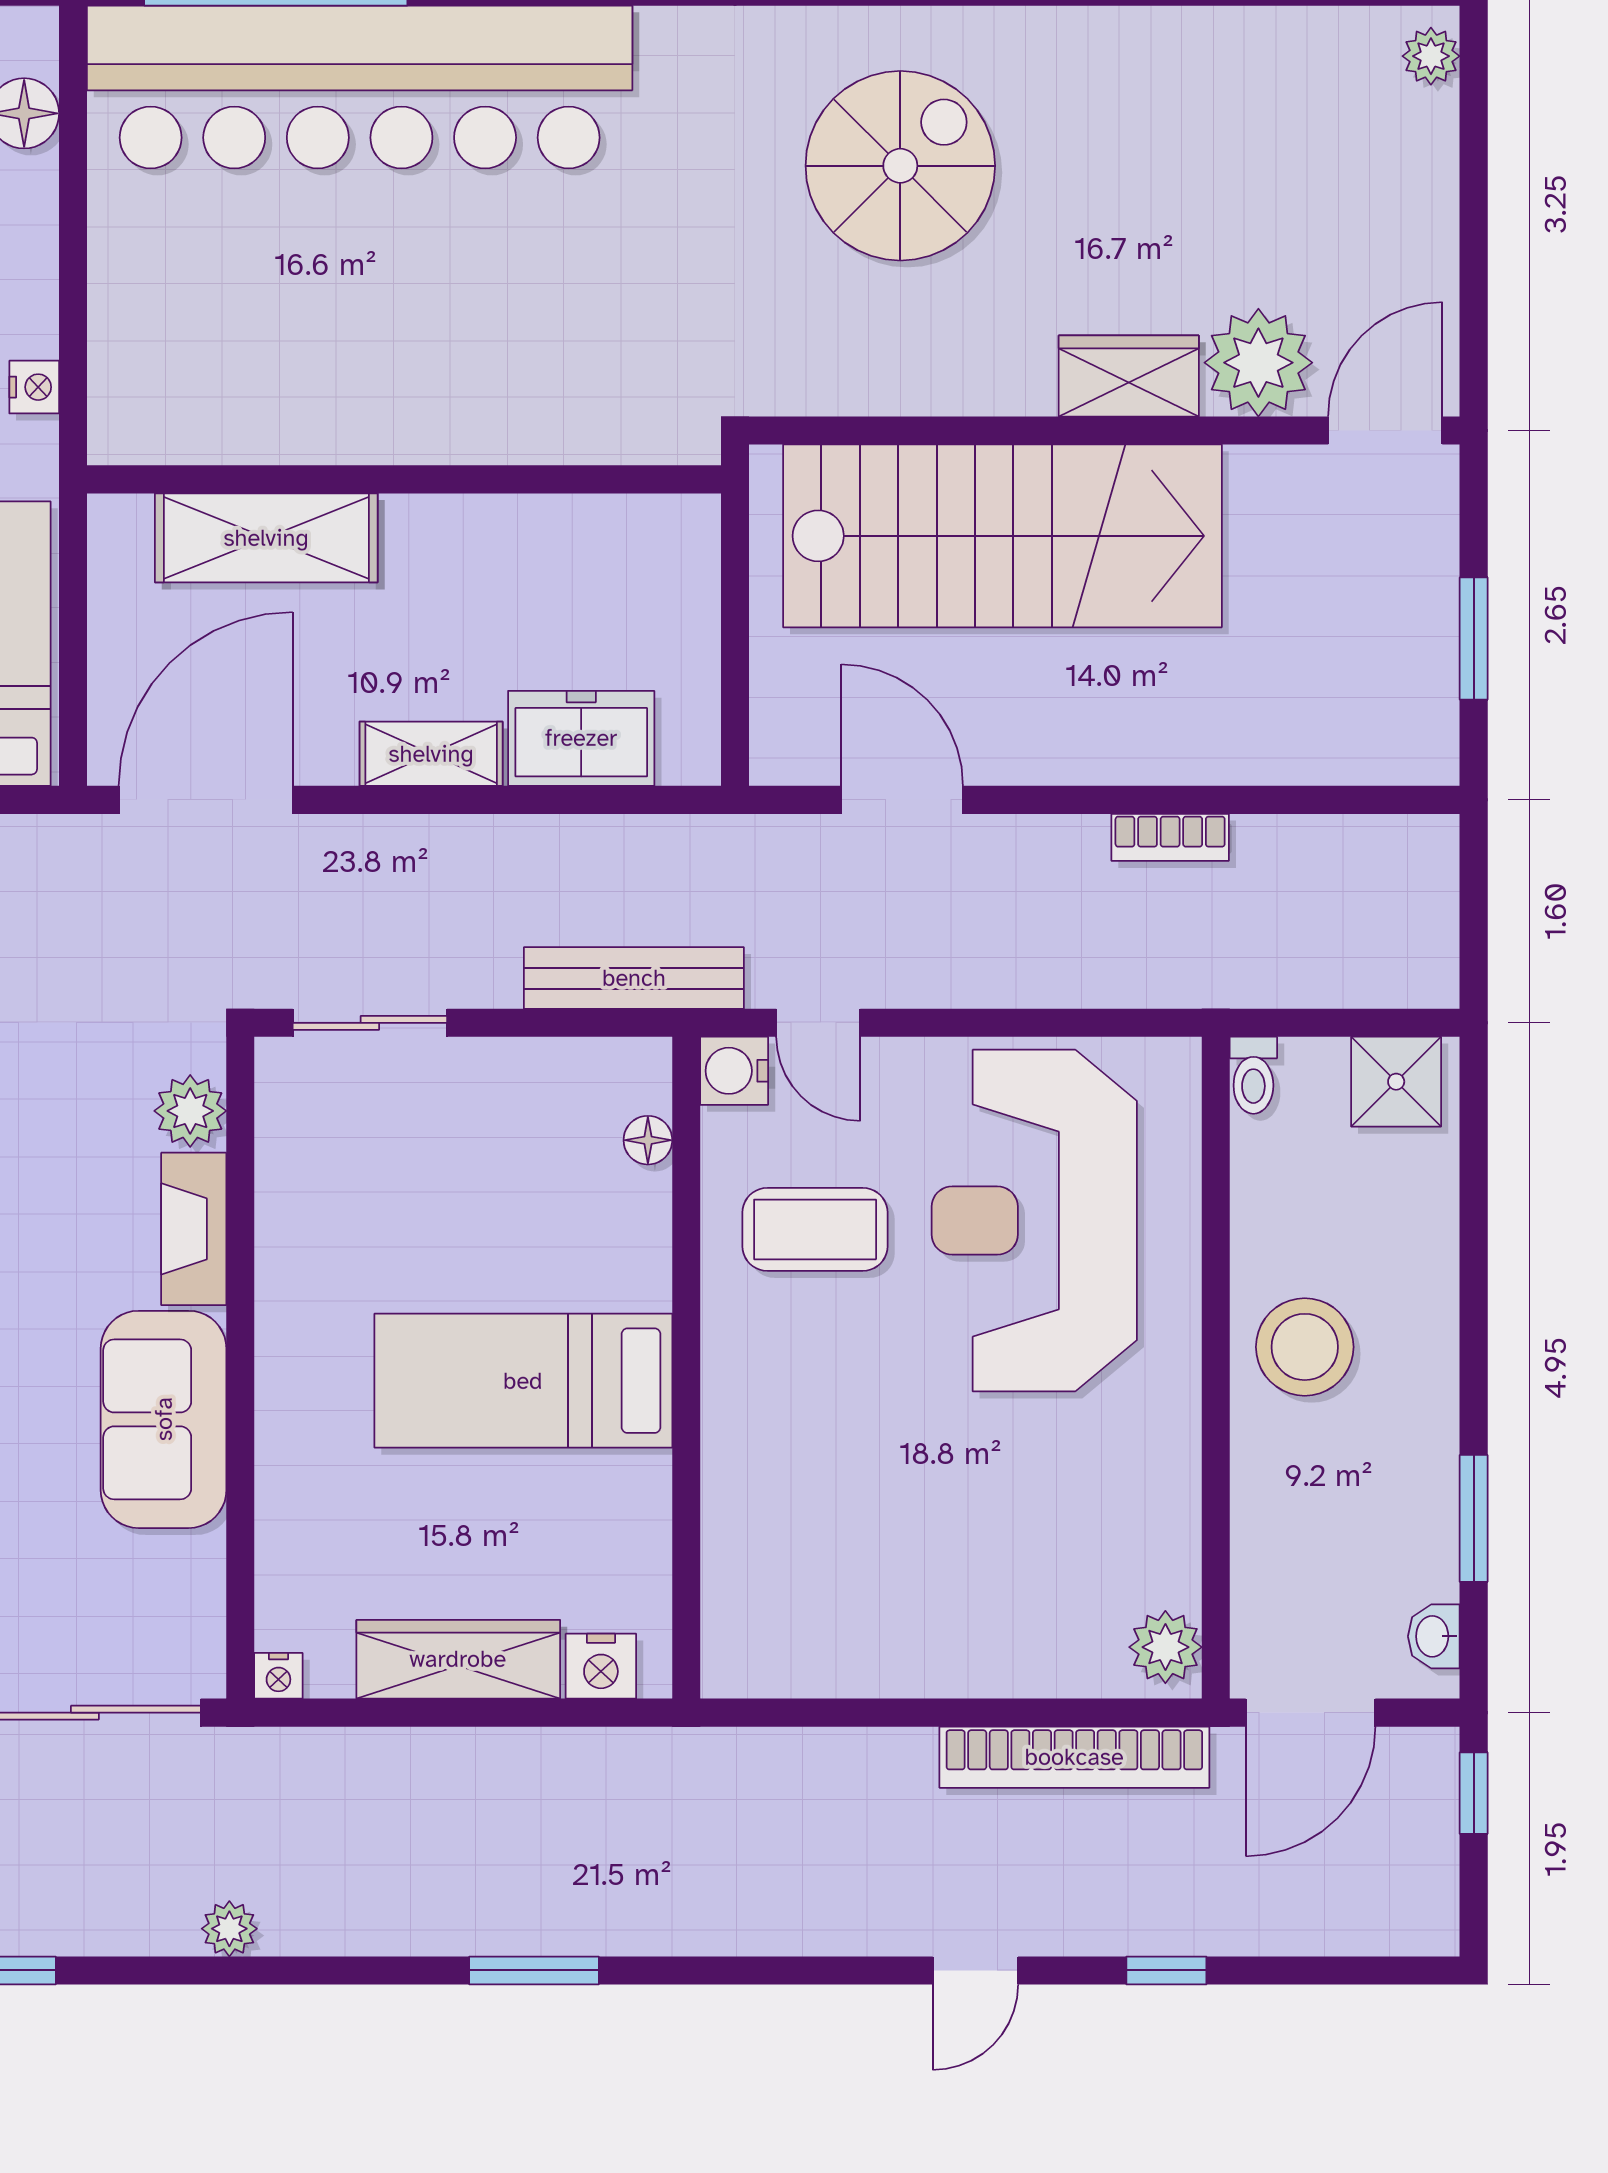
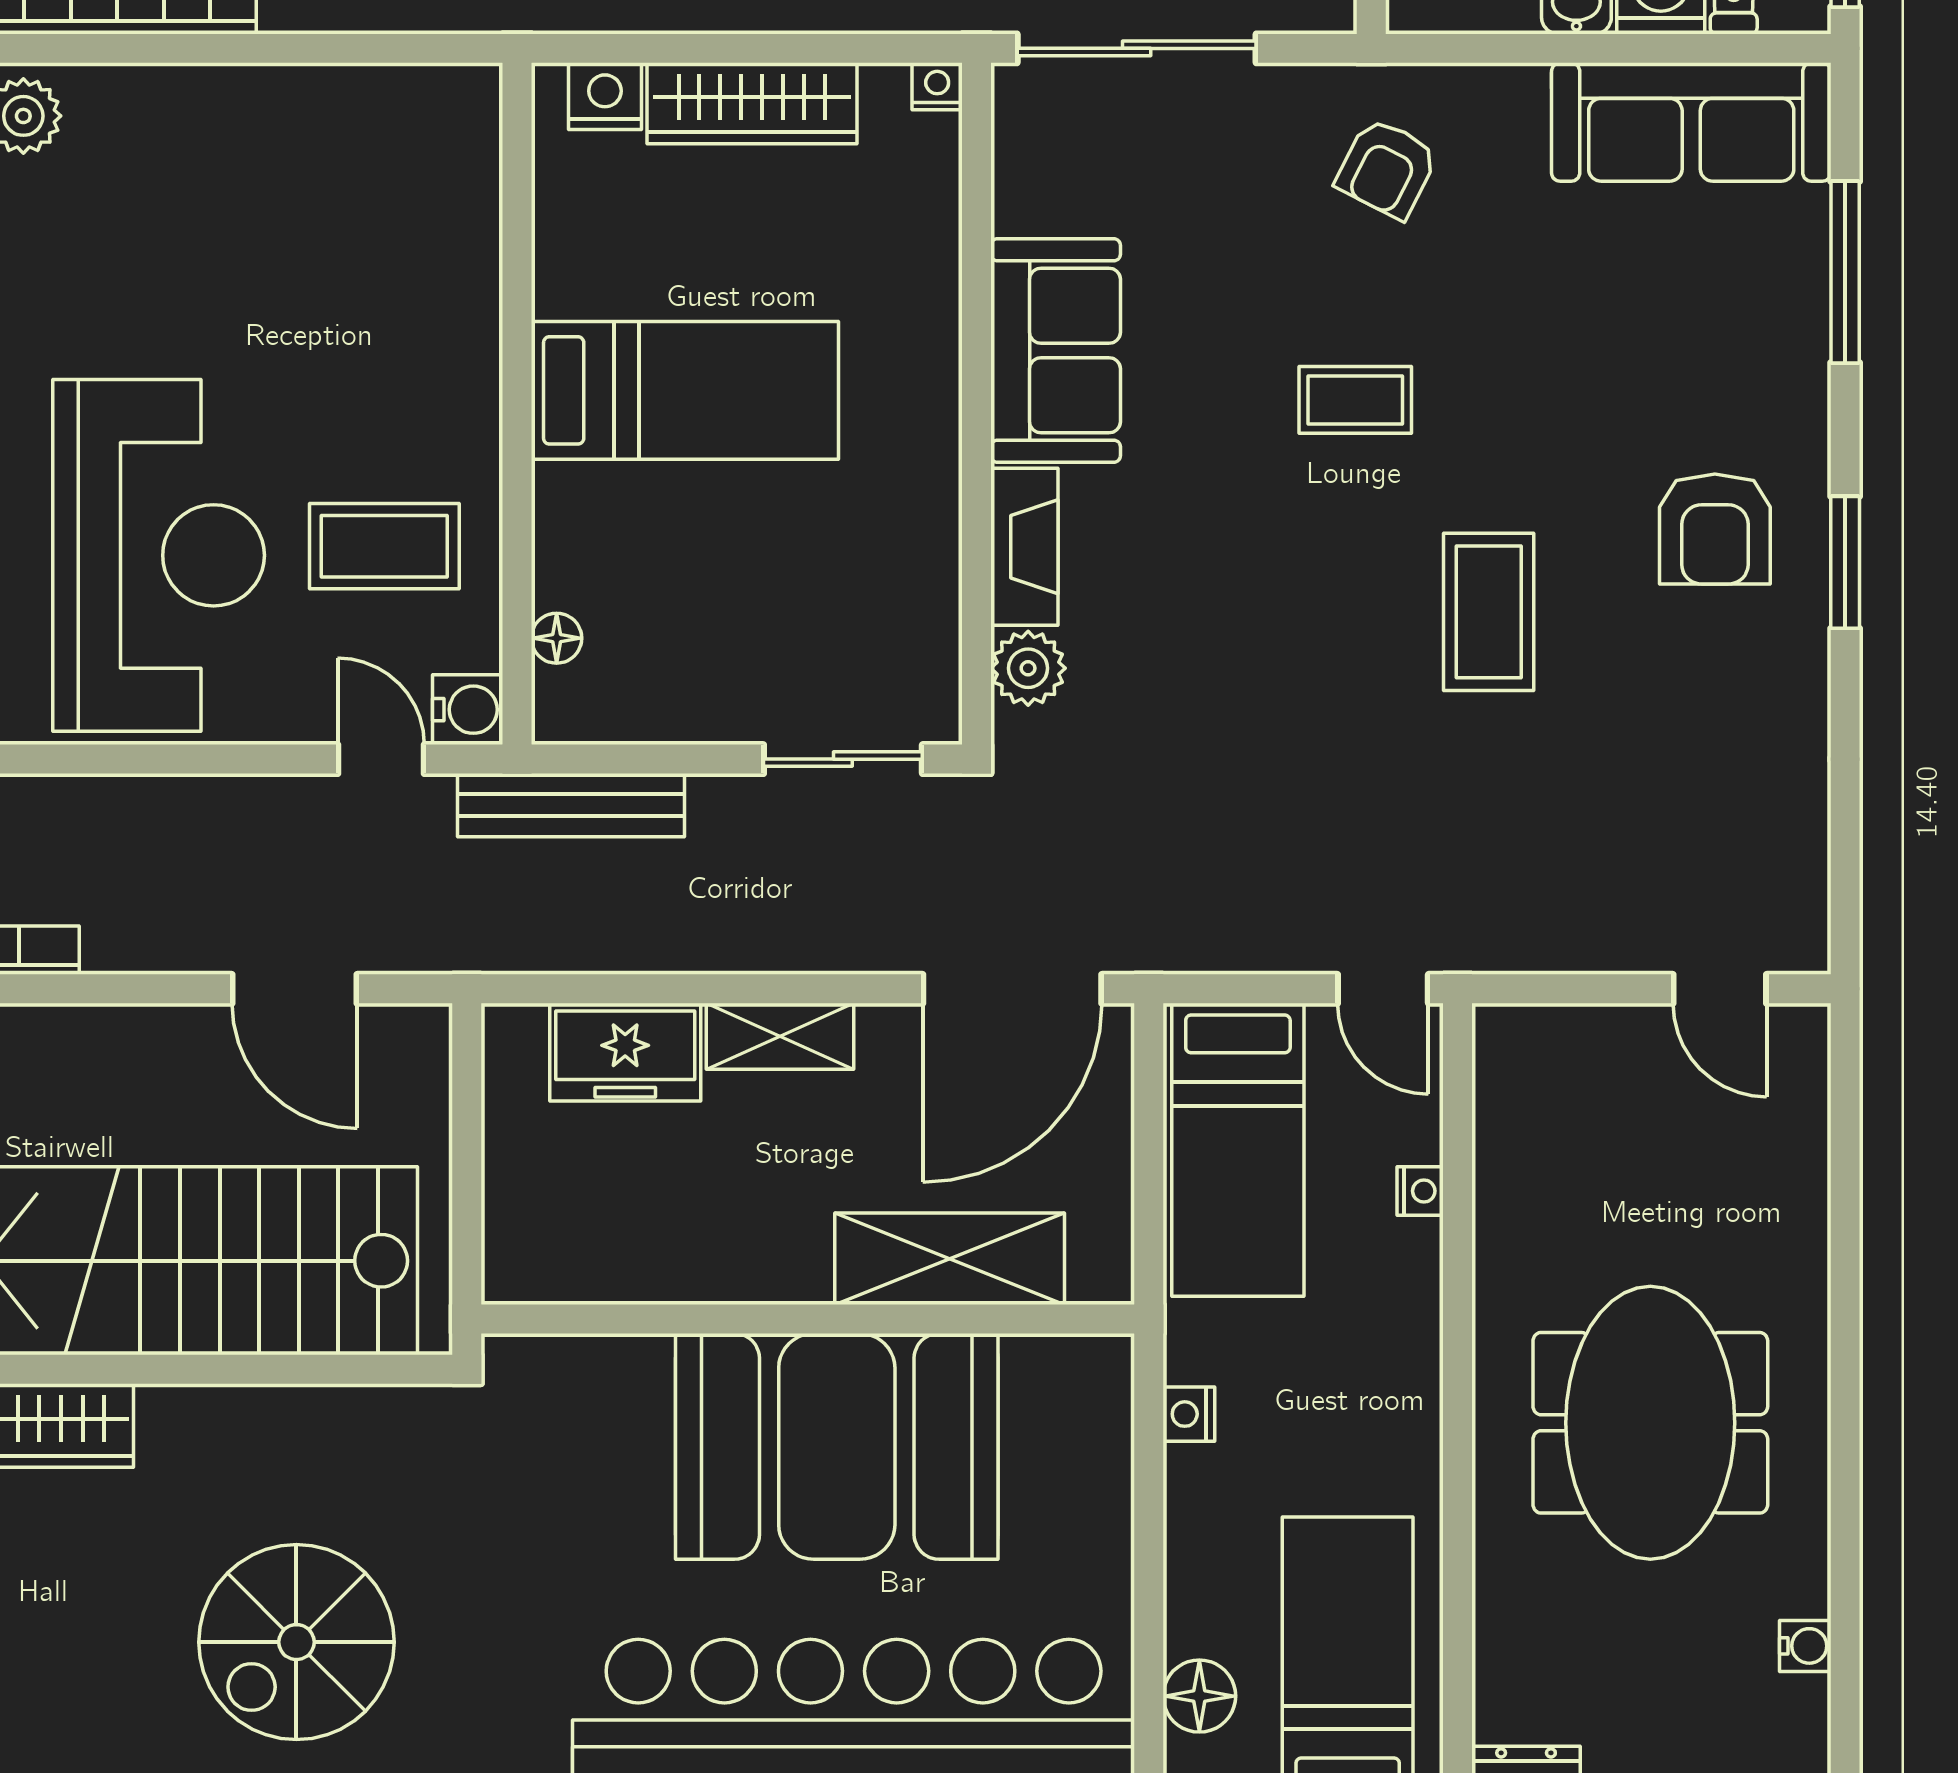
booth: (376, 356) -> (837, 1446), added

